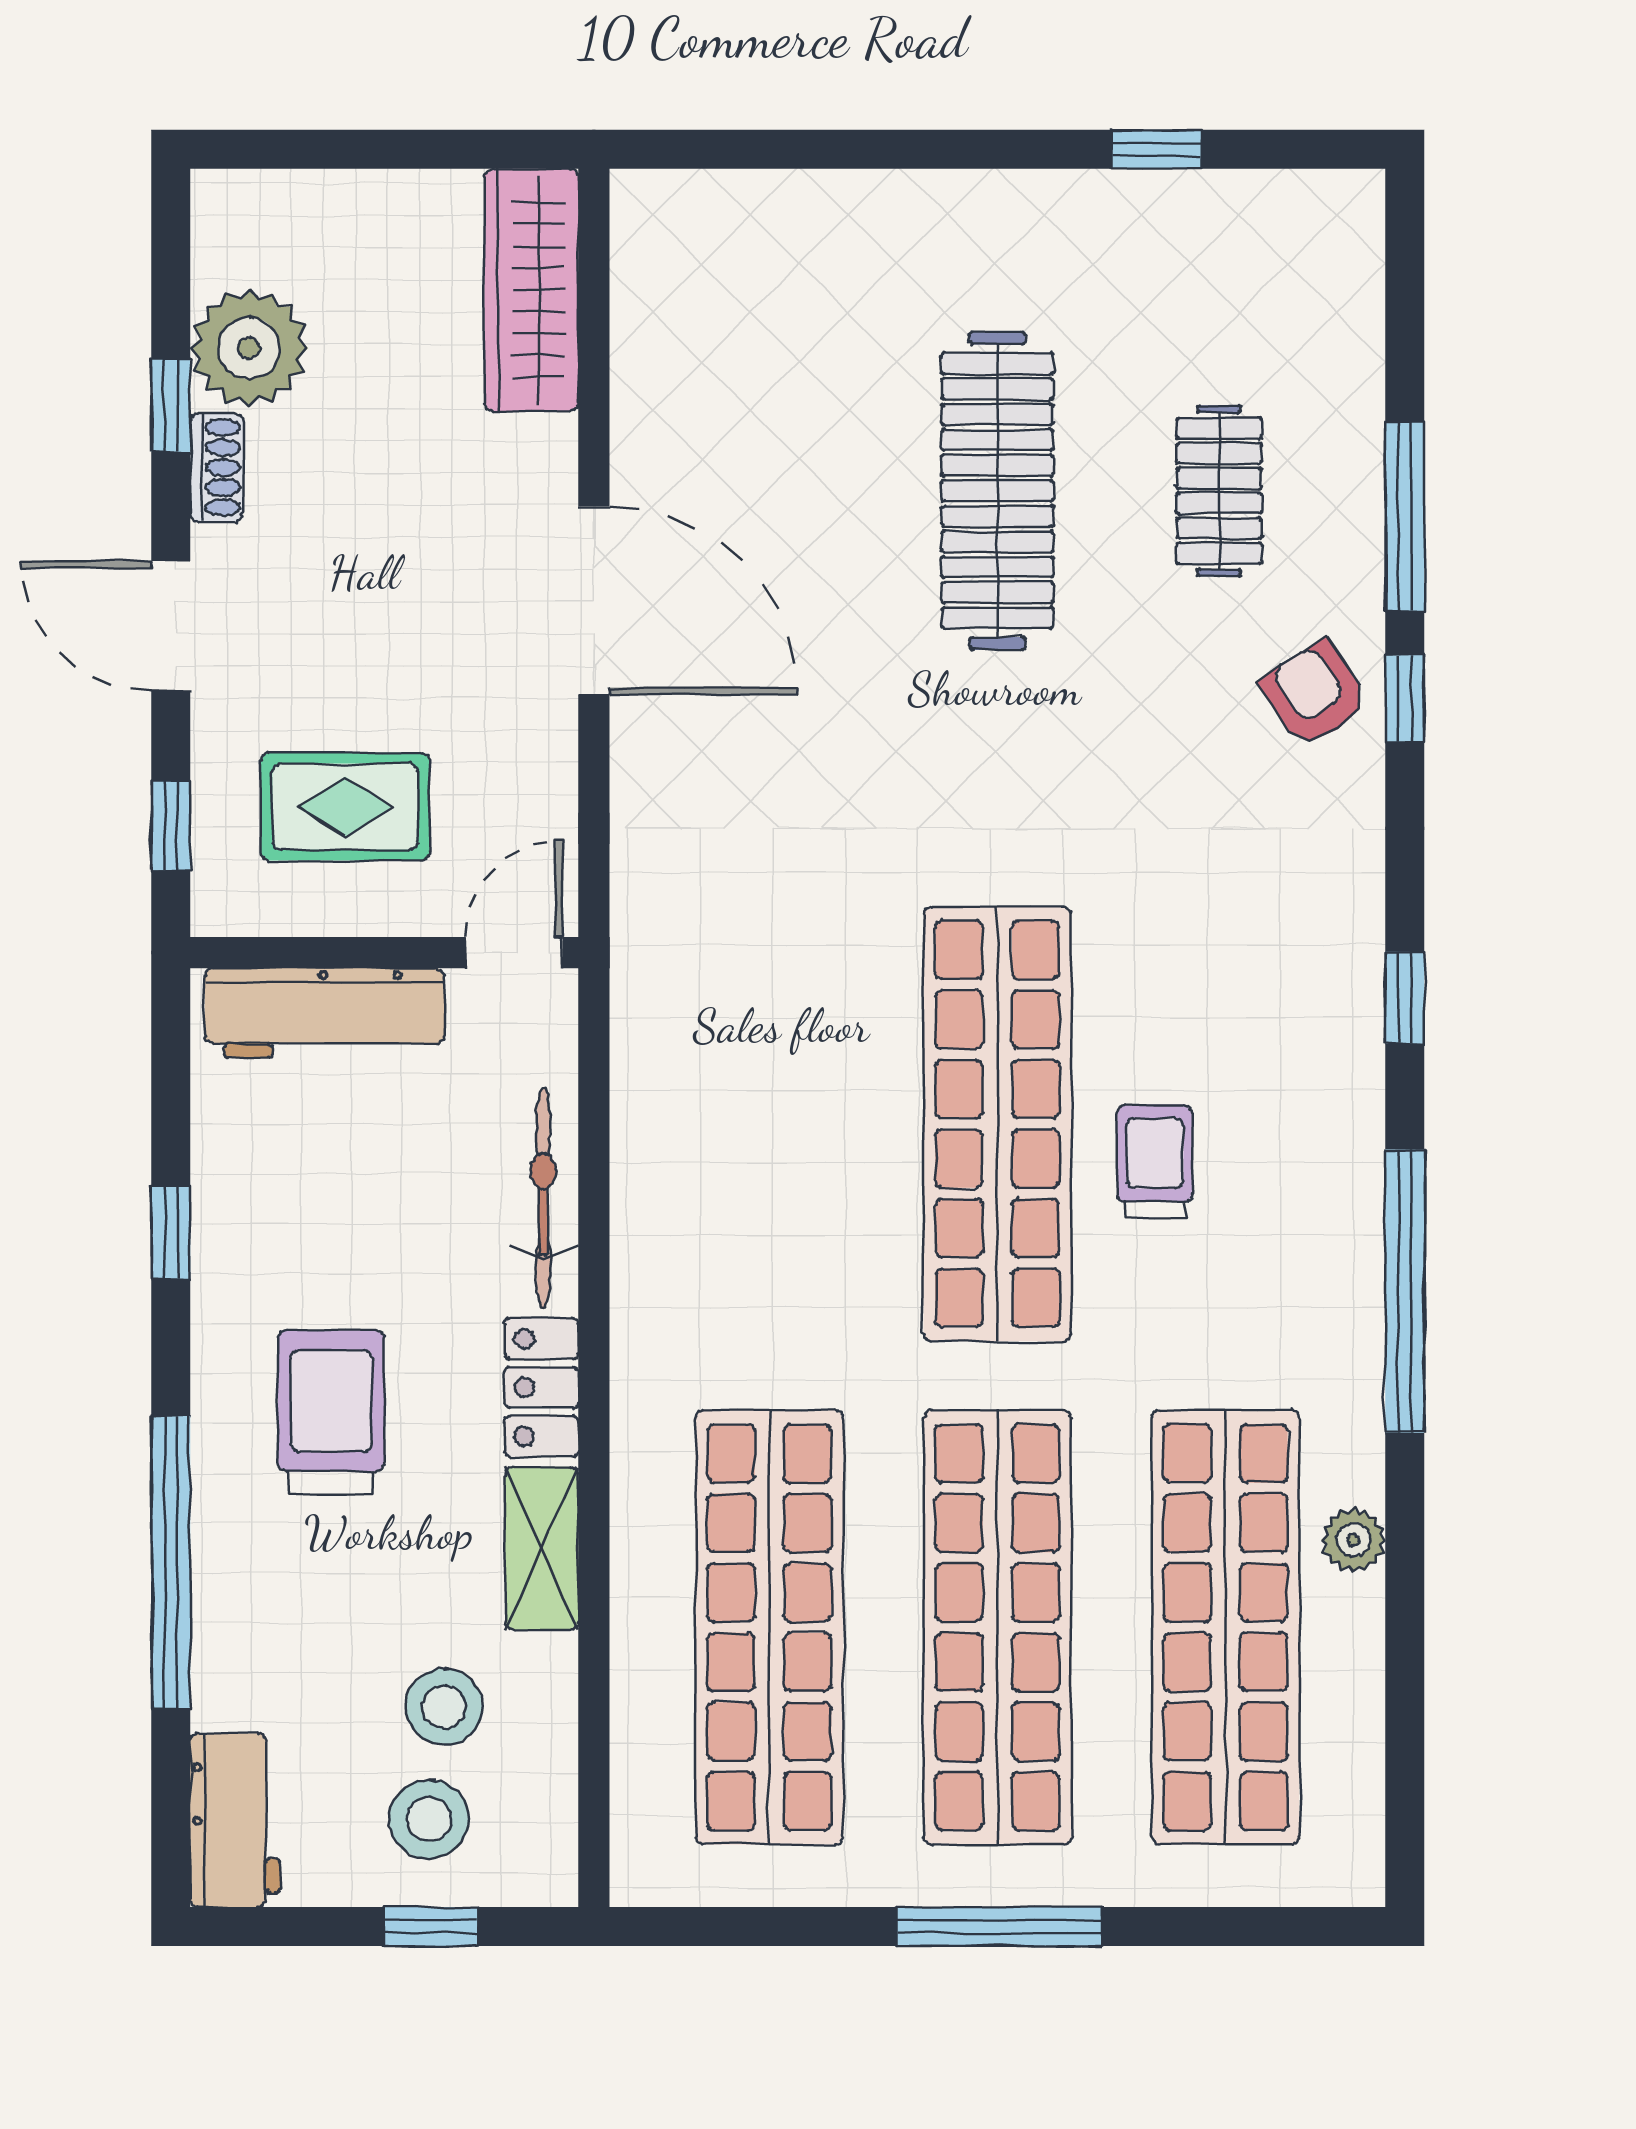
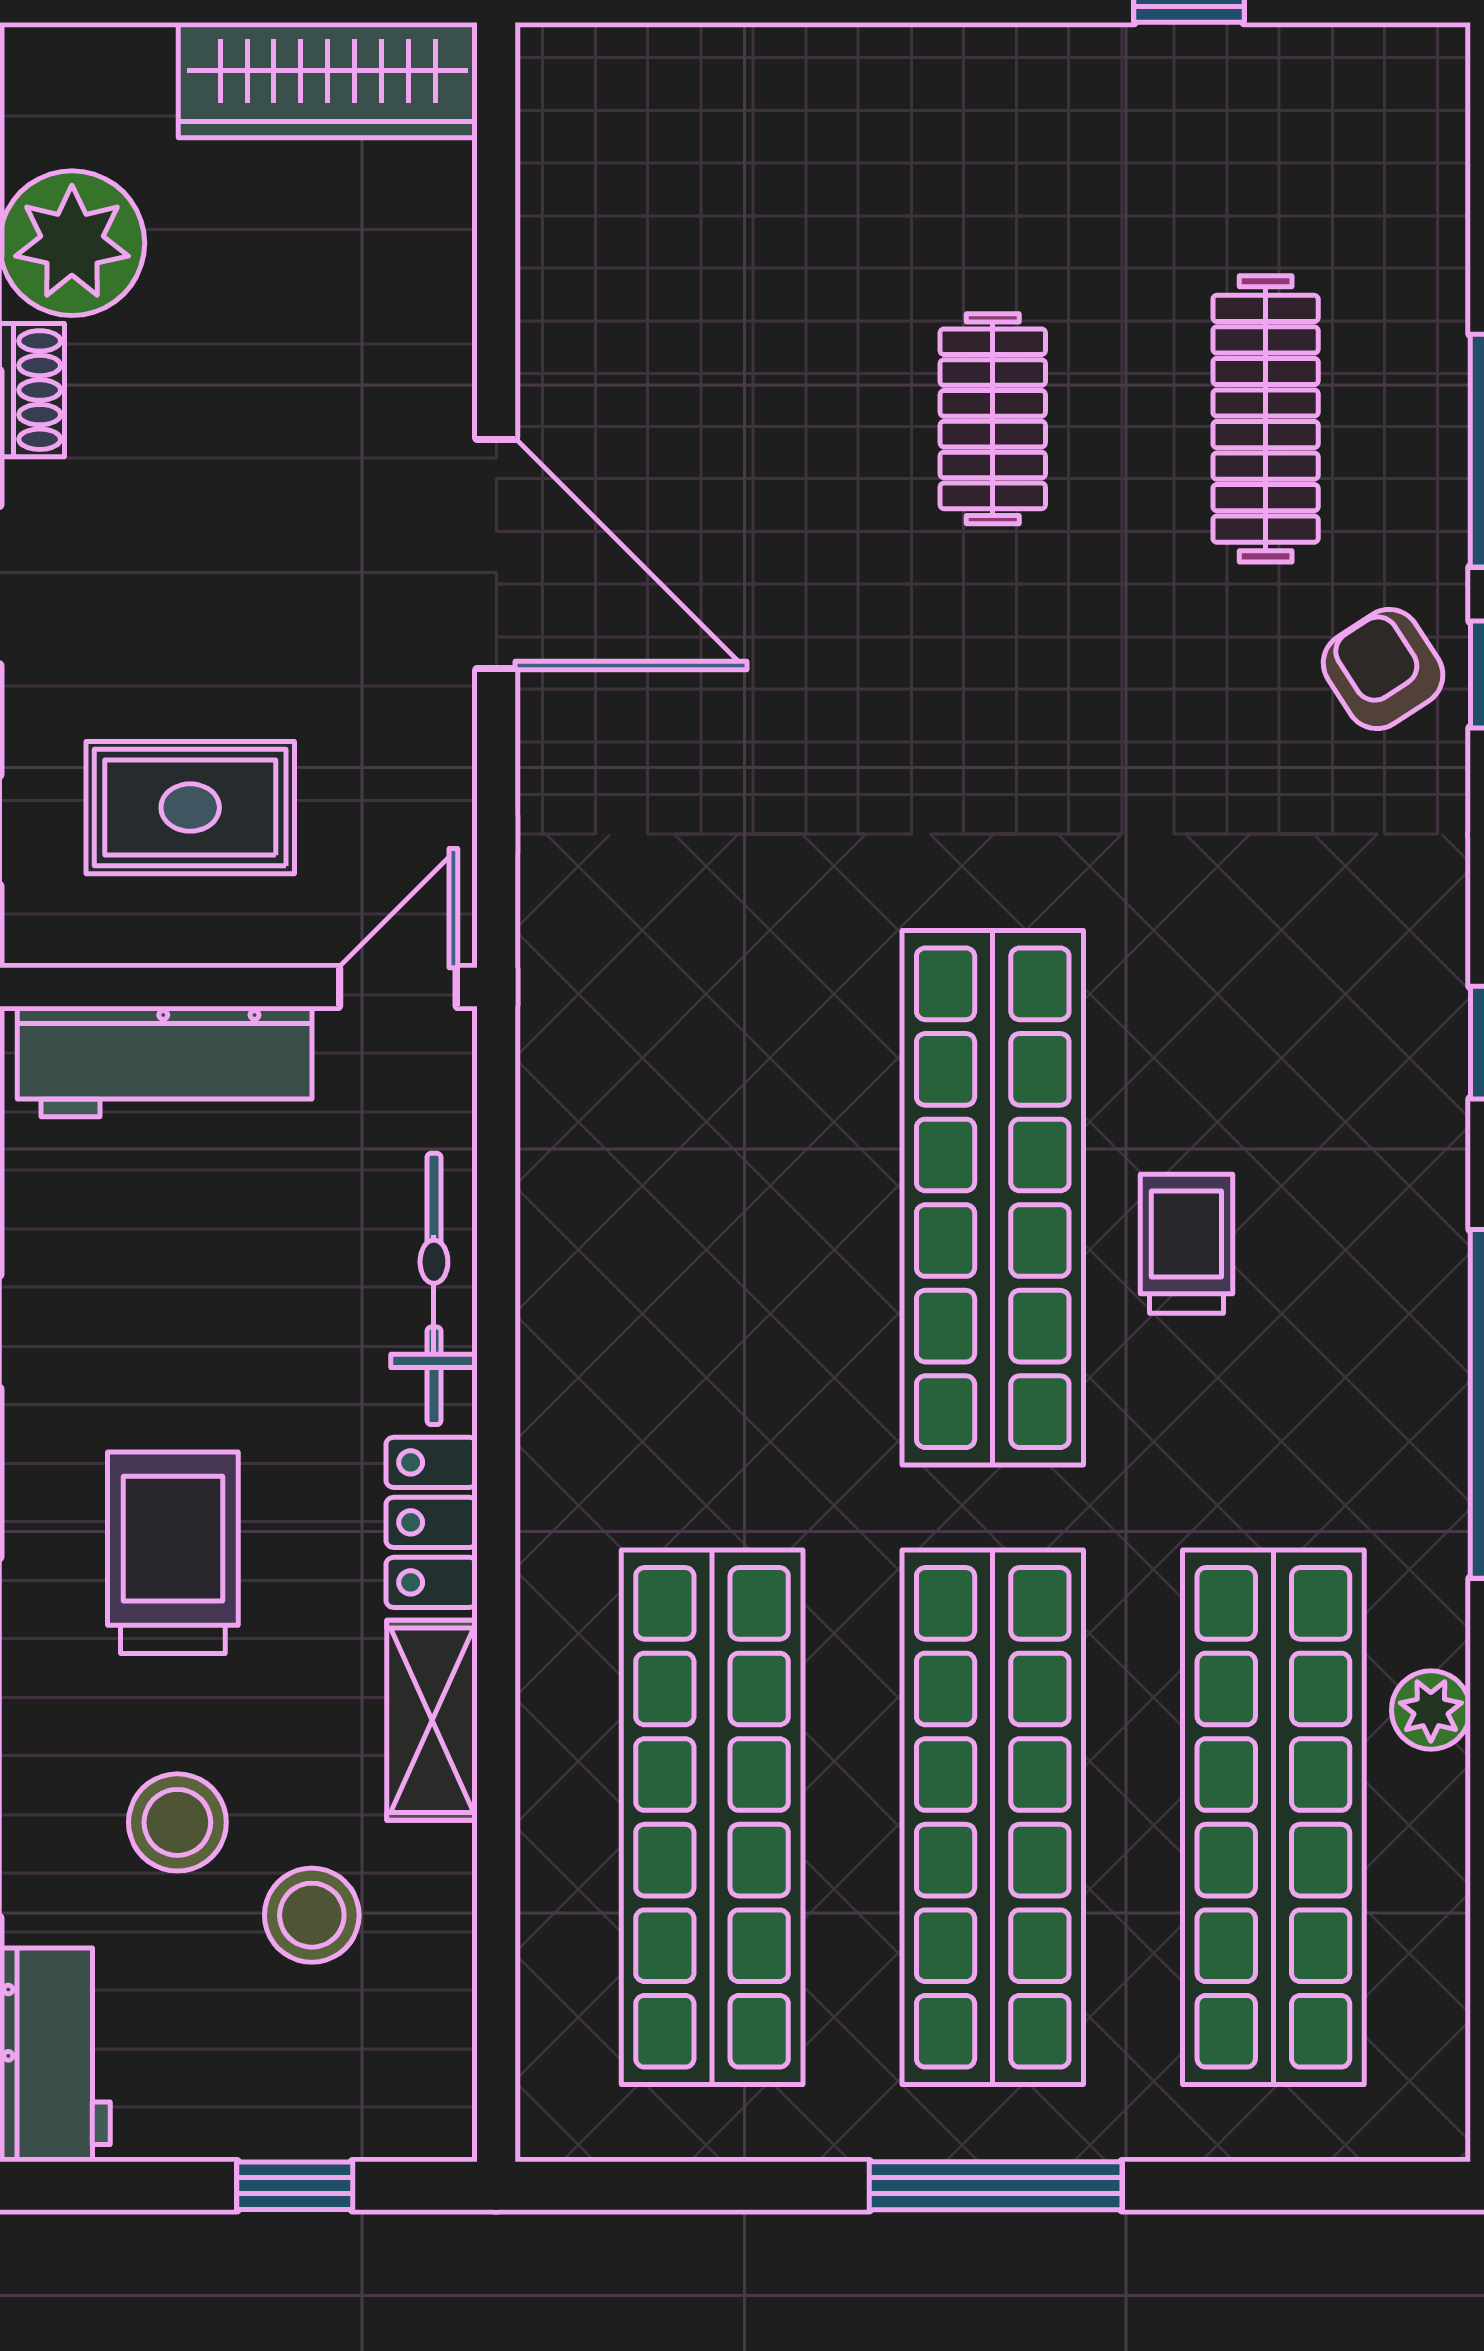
wardrobe: (531, 290) -> (328, 80), moved, turned -90
clothes rail: (997, 491) -> (993, 419), width x0.54, depth x0.76
clothes rail: (1219, 491) -> (1266, 419), width x1.36
stool: (429, 1819) -> (177, 1822), moved

